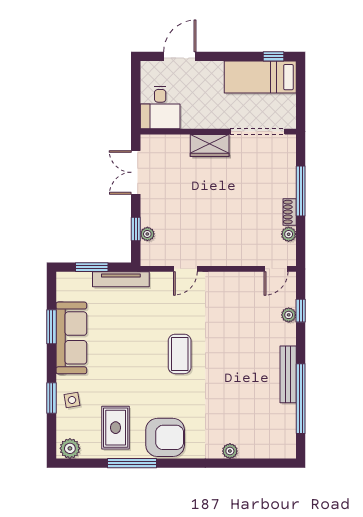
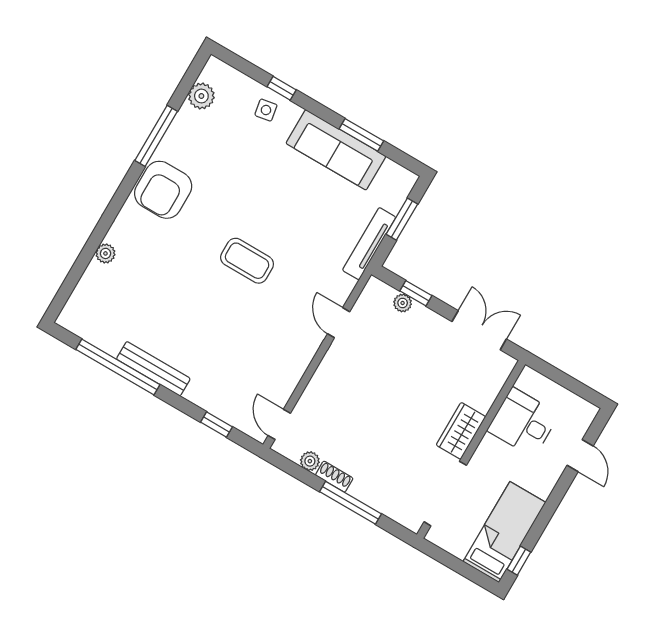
door: (180, 56) -> (580, 456), width x0.73
desk: (160, 107) -> (523, 422), moved
plant: (289, 315) -> (219, 408), removed
window: (51, 398) -> (282, 88), width x0.67
rug: (116, 428) -> (206, 141), removed
plant: (70, 448) -> (201, 96), moved

